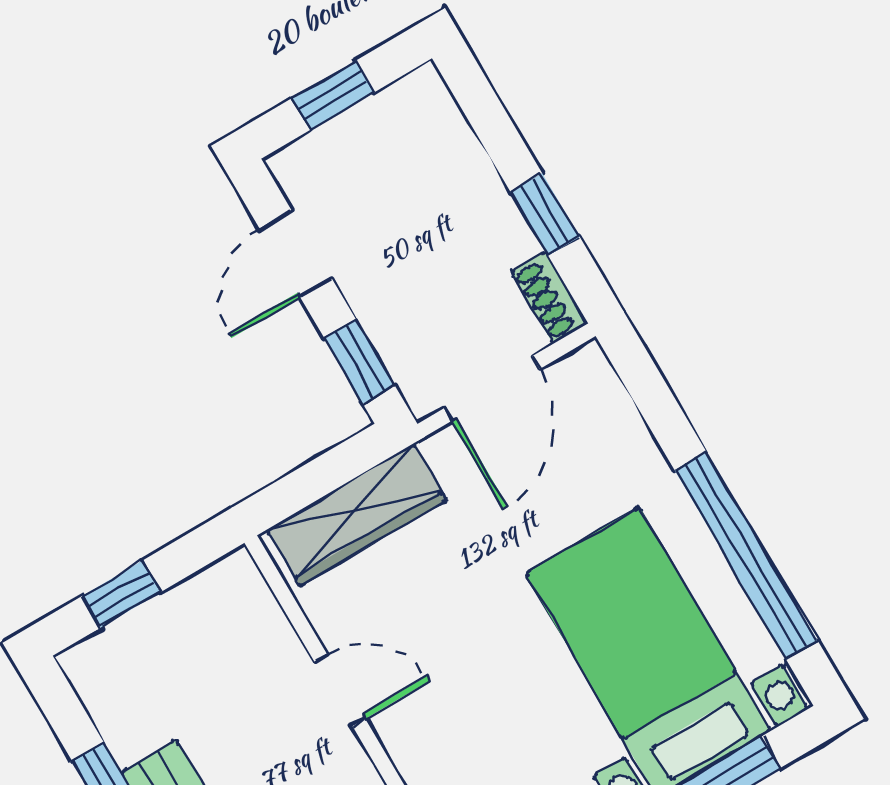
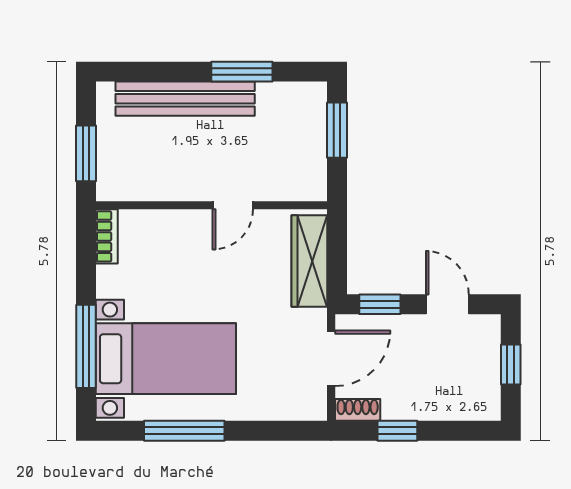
door: (492, 389) -> (331, 358), swing flipped
window: (746, 555) -> (184, 431), width x0.68
window: (121, 594) -> (337, 130), width x1.50

